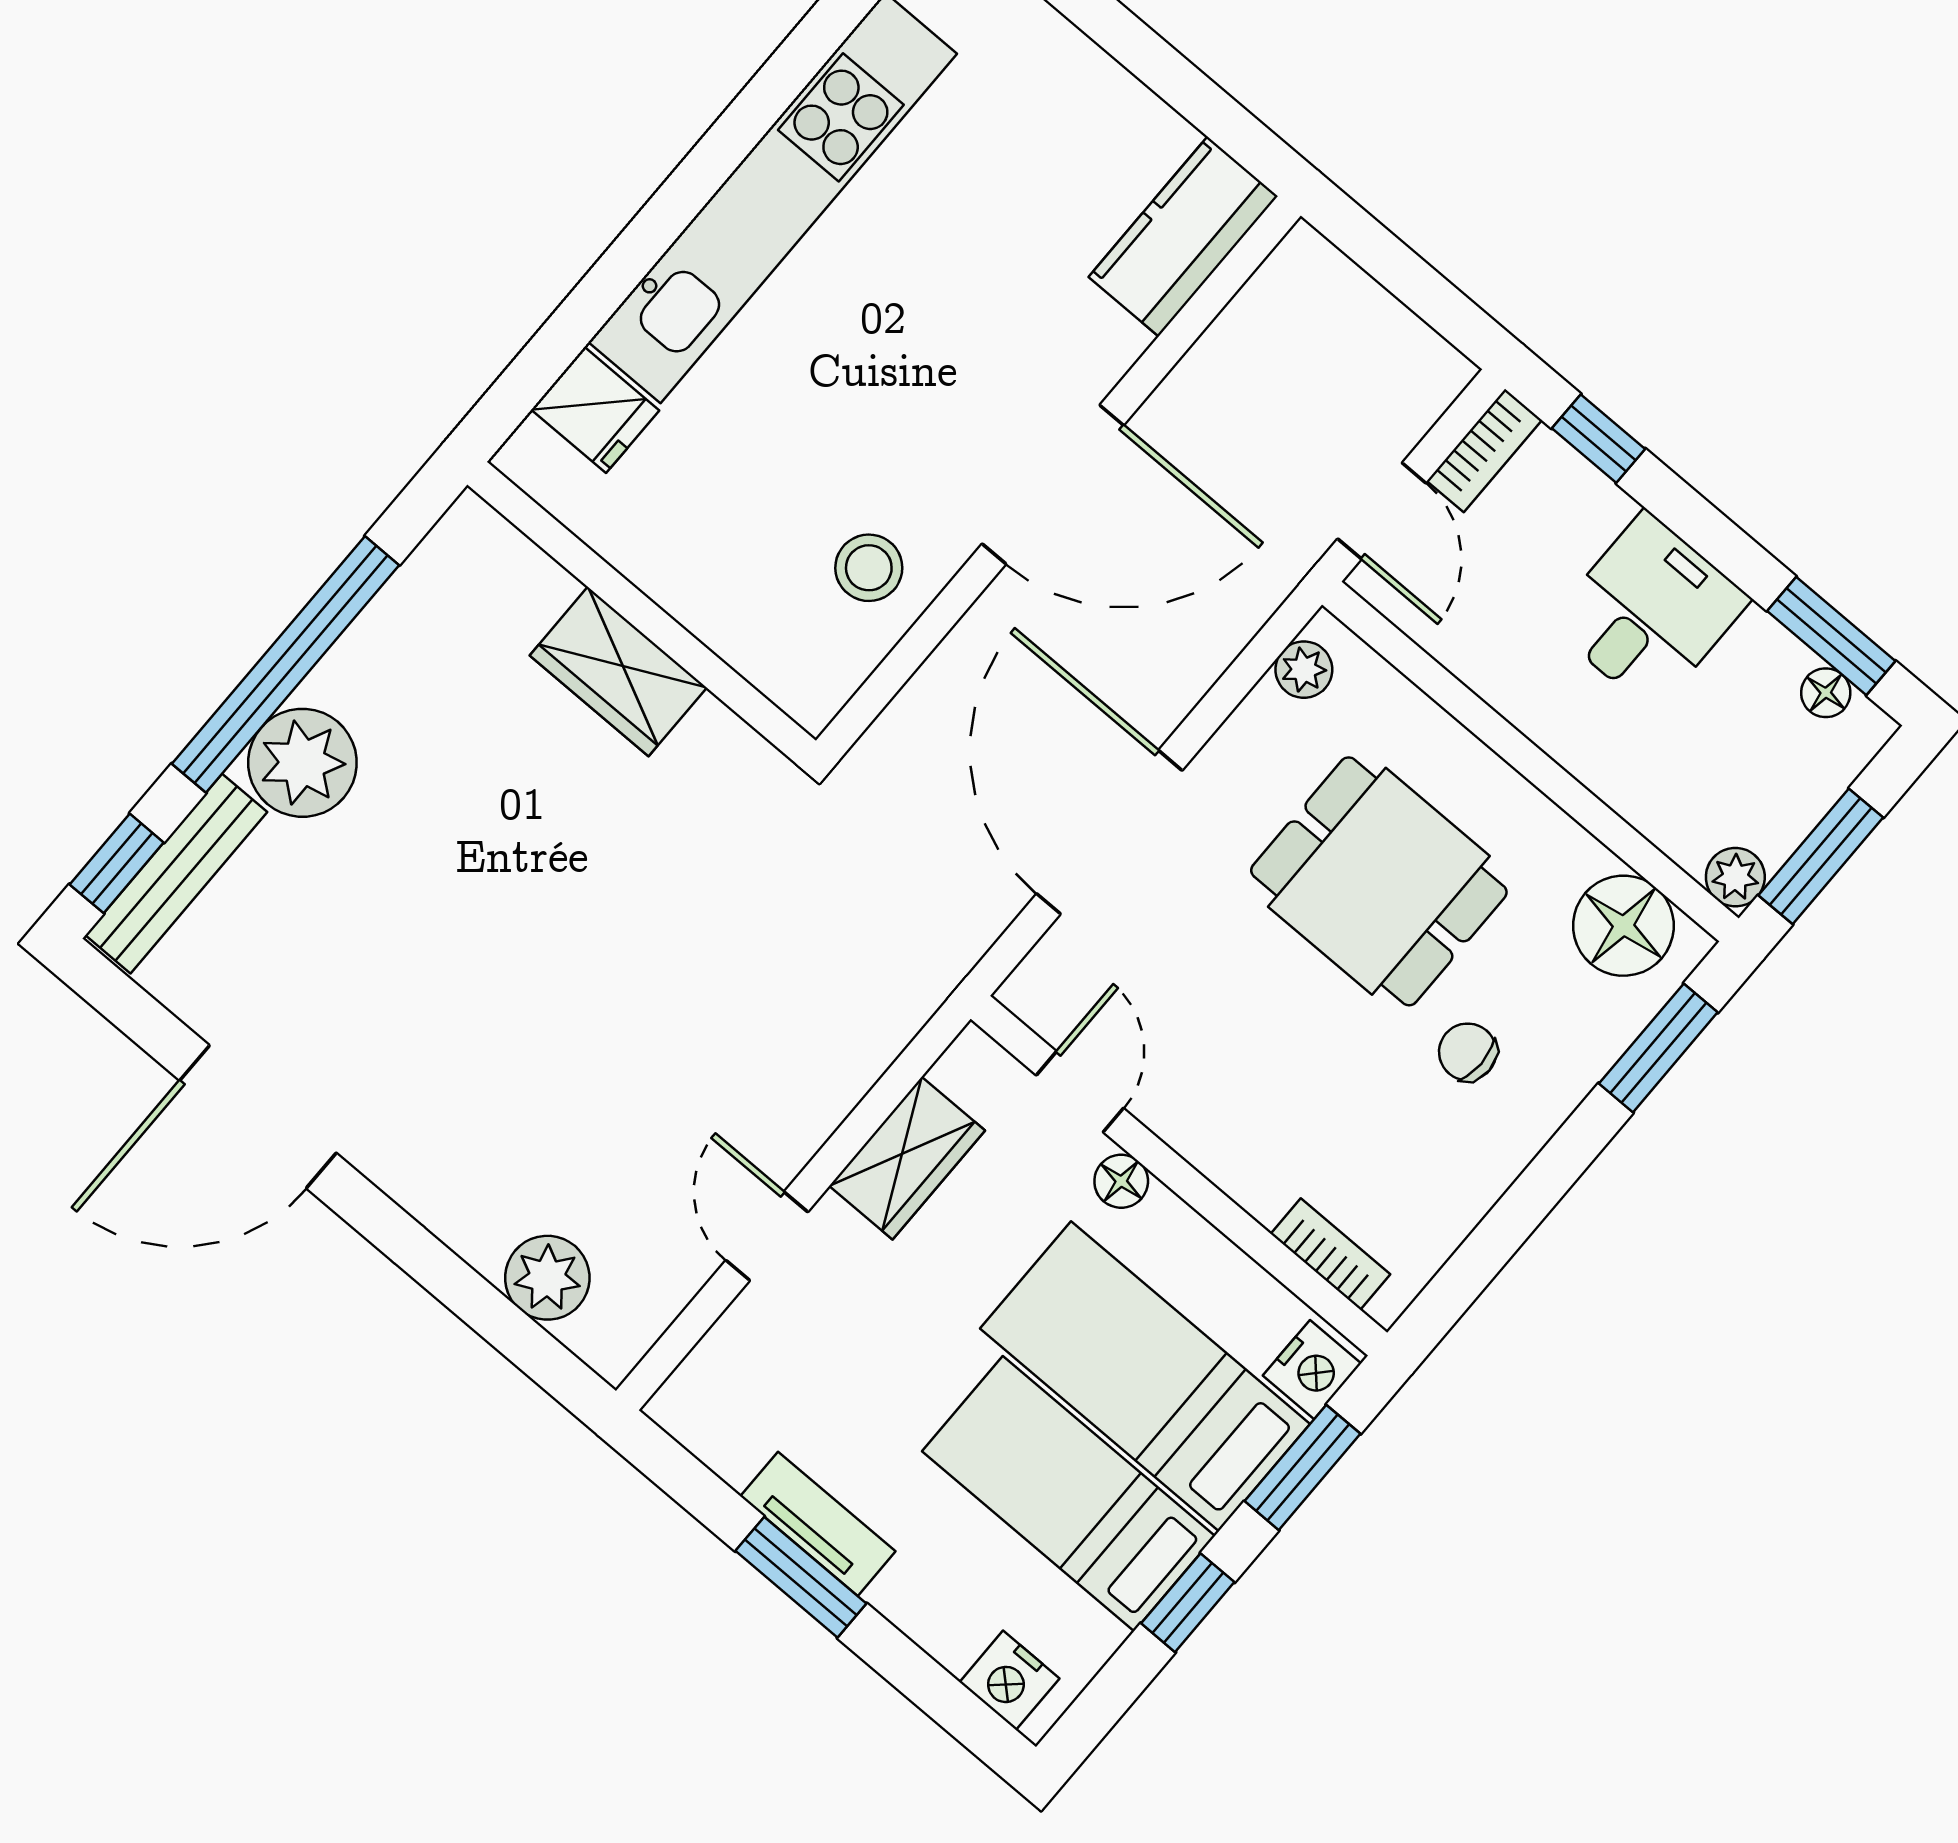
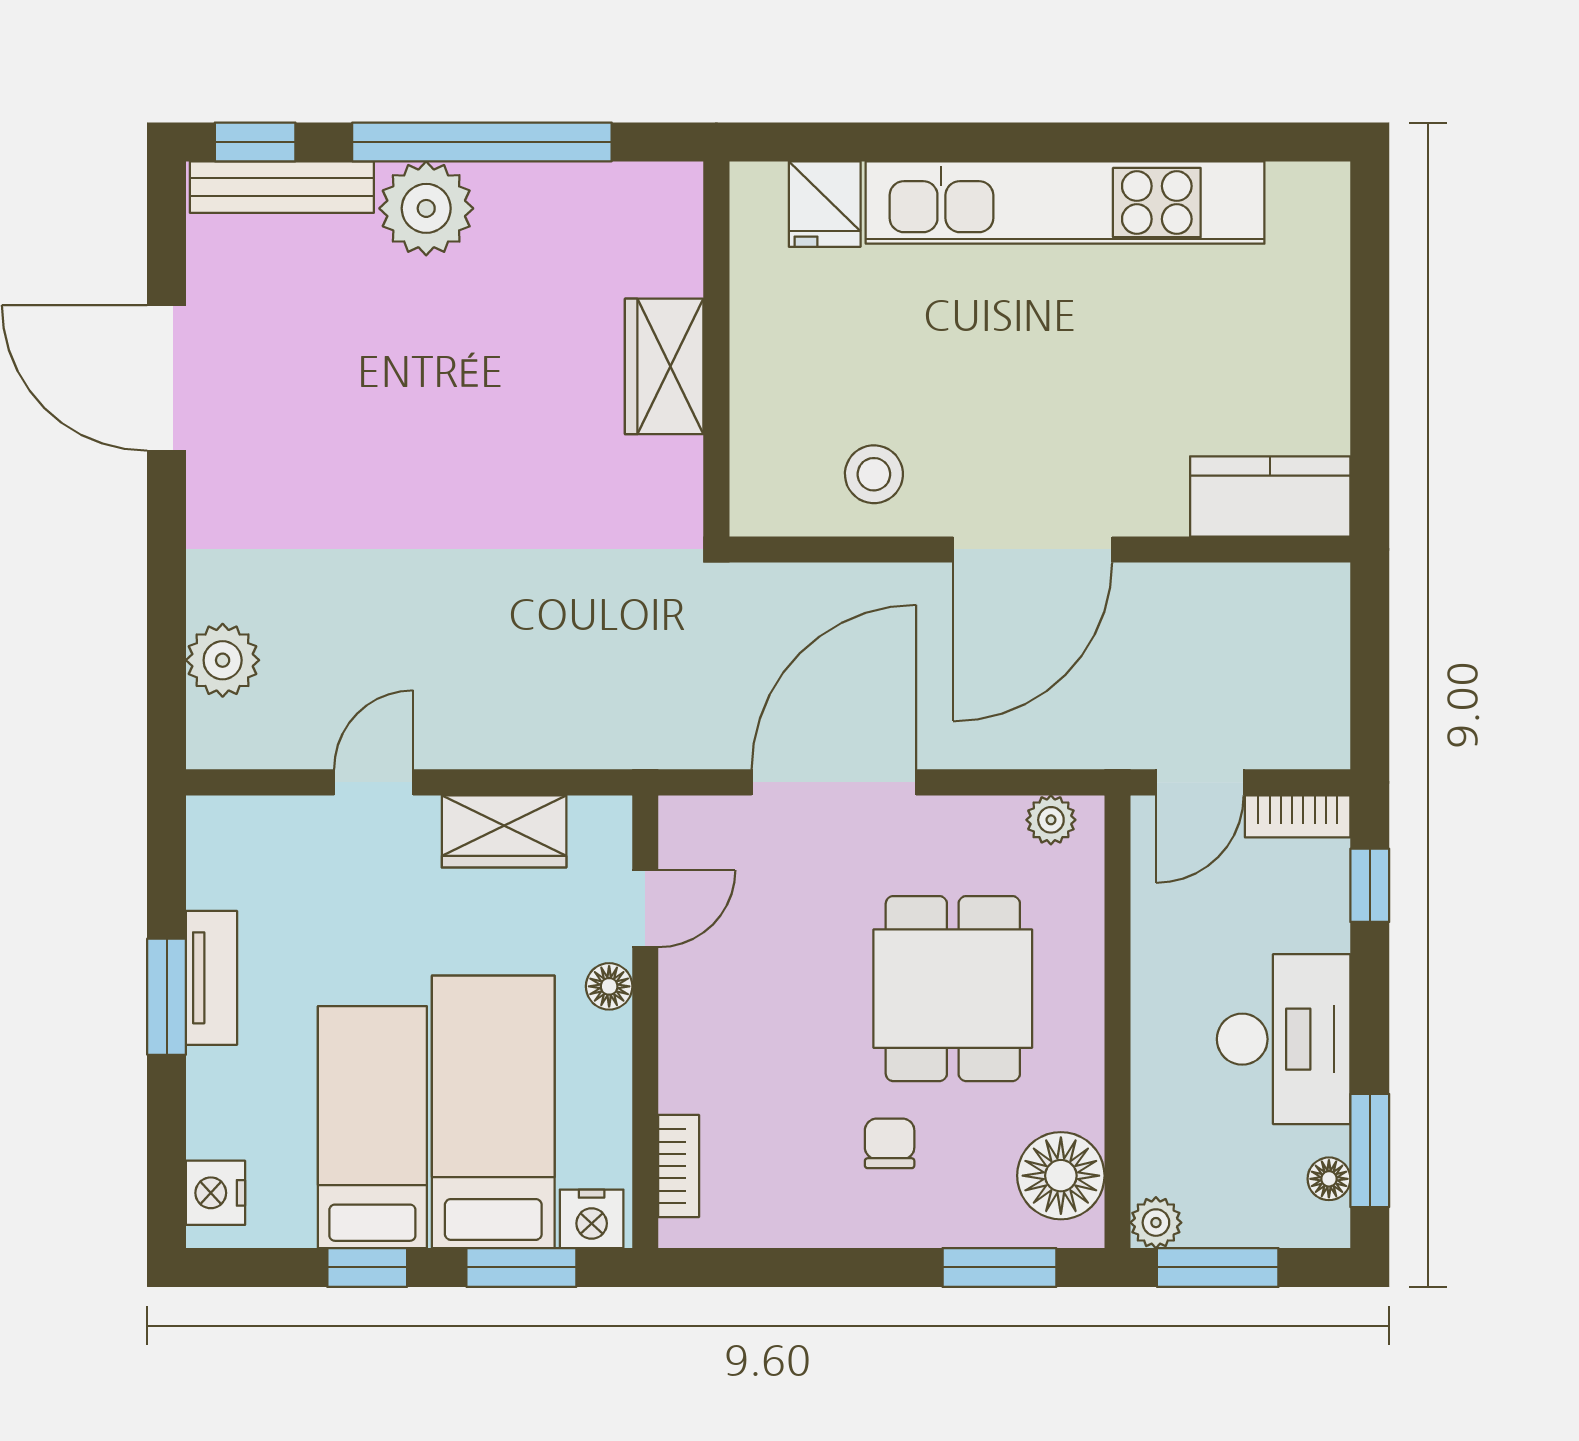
door: (1053, 485) -> (1033, 549), hinge flipped
desk: (1649, 612) -> (1284, 1039), width x1.37

